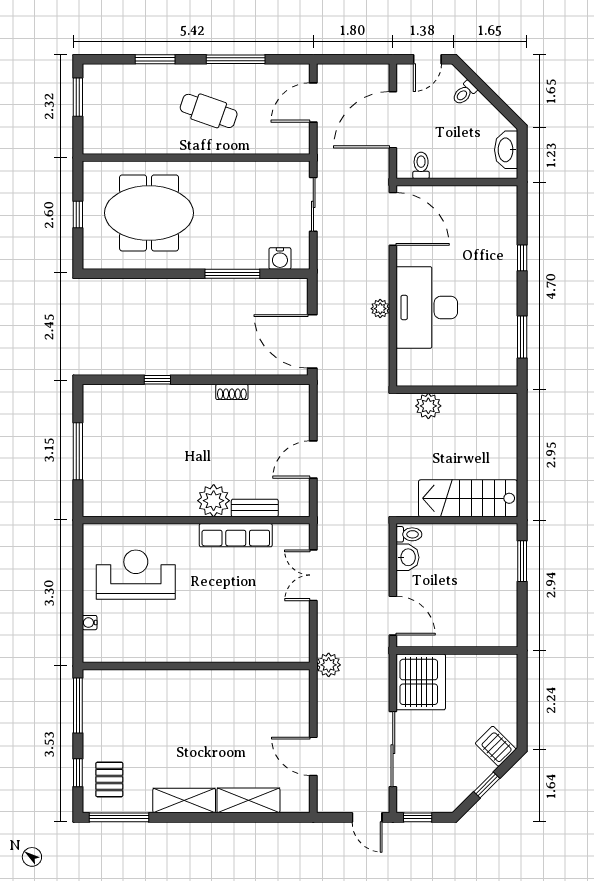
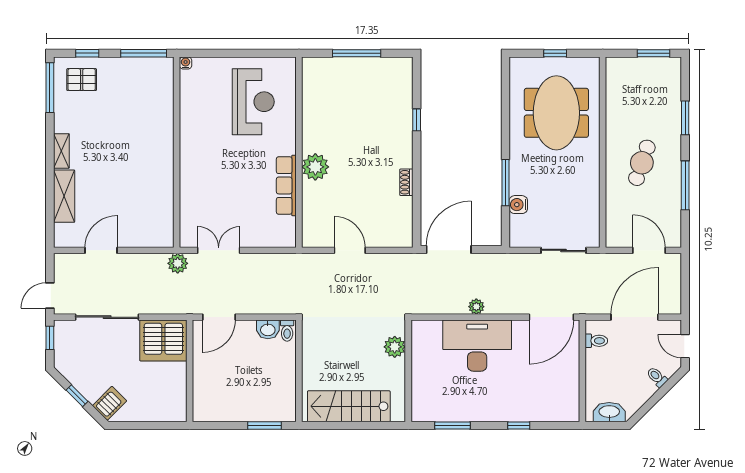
door: (393, 120) -> (634, 317), hinge flipped
water cooler: (280, 258) -> (518, 205), moved
stairs: (468, 498) -> (349, 406), moved, turned -90
bench: (255, 508) -> (309, 201), removed
double door: (313, 575) -> (219, 250), moved
water cooler: (90, 623) -> (186, 63), moved
shelving: (184, 801) -> (61, 151), width x0.67, depth x0.75

